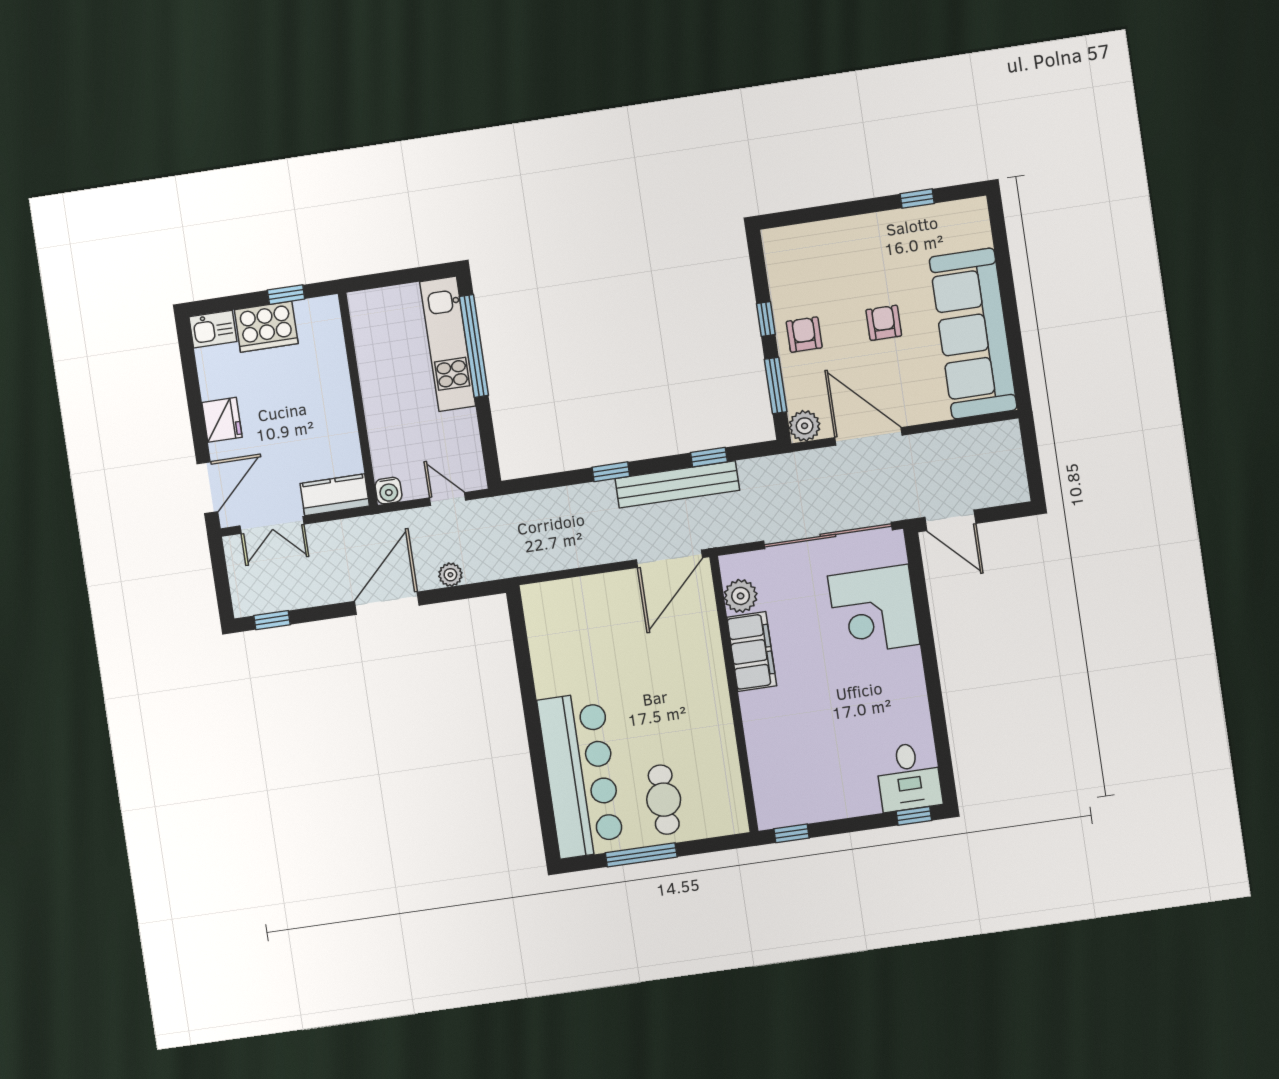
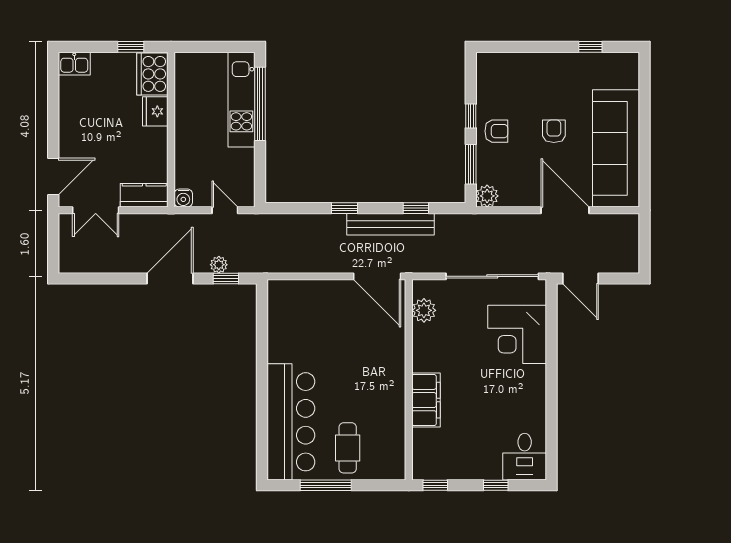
cooker: (266, 327) -> (152, 74), moved, turned 90
armchair: (804, 335) -> (496, 131), turned 90
fridge: (222, 420) -> (155, 111), moved, turned 180
door: (868, 436) -> (565, 210), moved
door: (669, 559) -> (377, 276), hinge flipped
window: (272, 620) -> (226, 278), moved
filing cabinet: (752, 652) -> (426, 400), moved
window: (914, 816) -> (496, 485), moved

